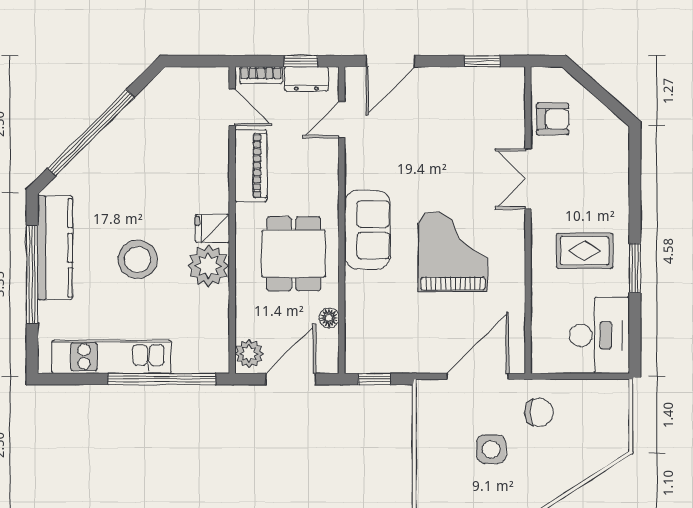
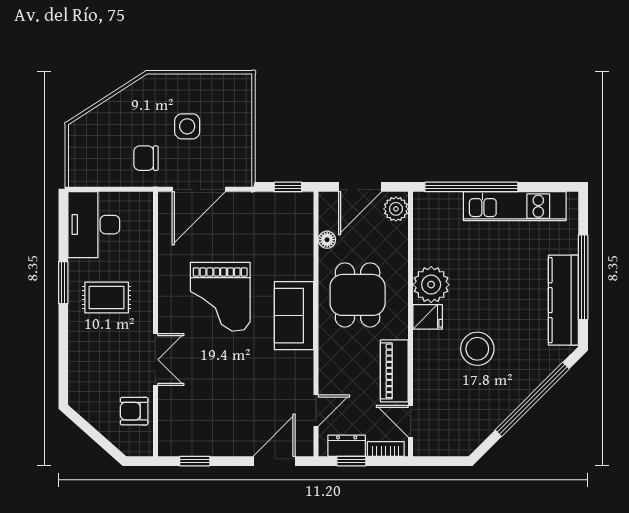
stool: (138, 259) -> (477, 349), moved

